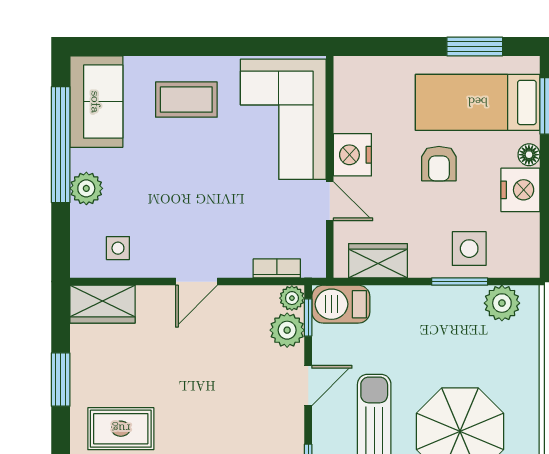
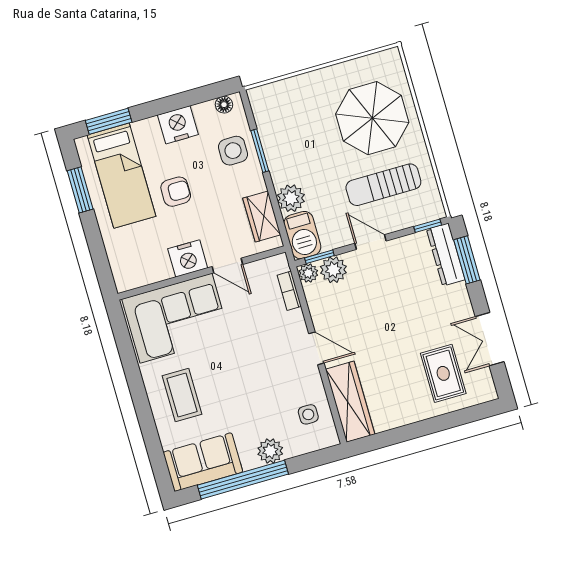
floor lamp: (529, 155) -> (224, 105), moved
door: (330, 201) -> (227, 266), swing flipped
plant: (502, 303) -> (291, 198), moved
wardrobe: (103, 304) -> (350, 402), width x1.50
window: (61, 380) -> (419, 429), removed

